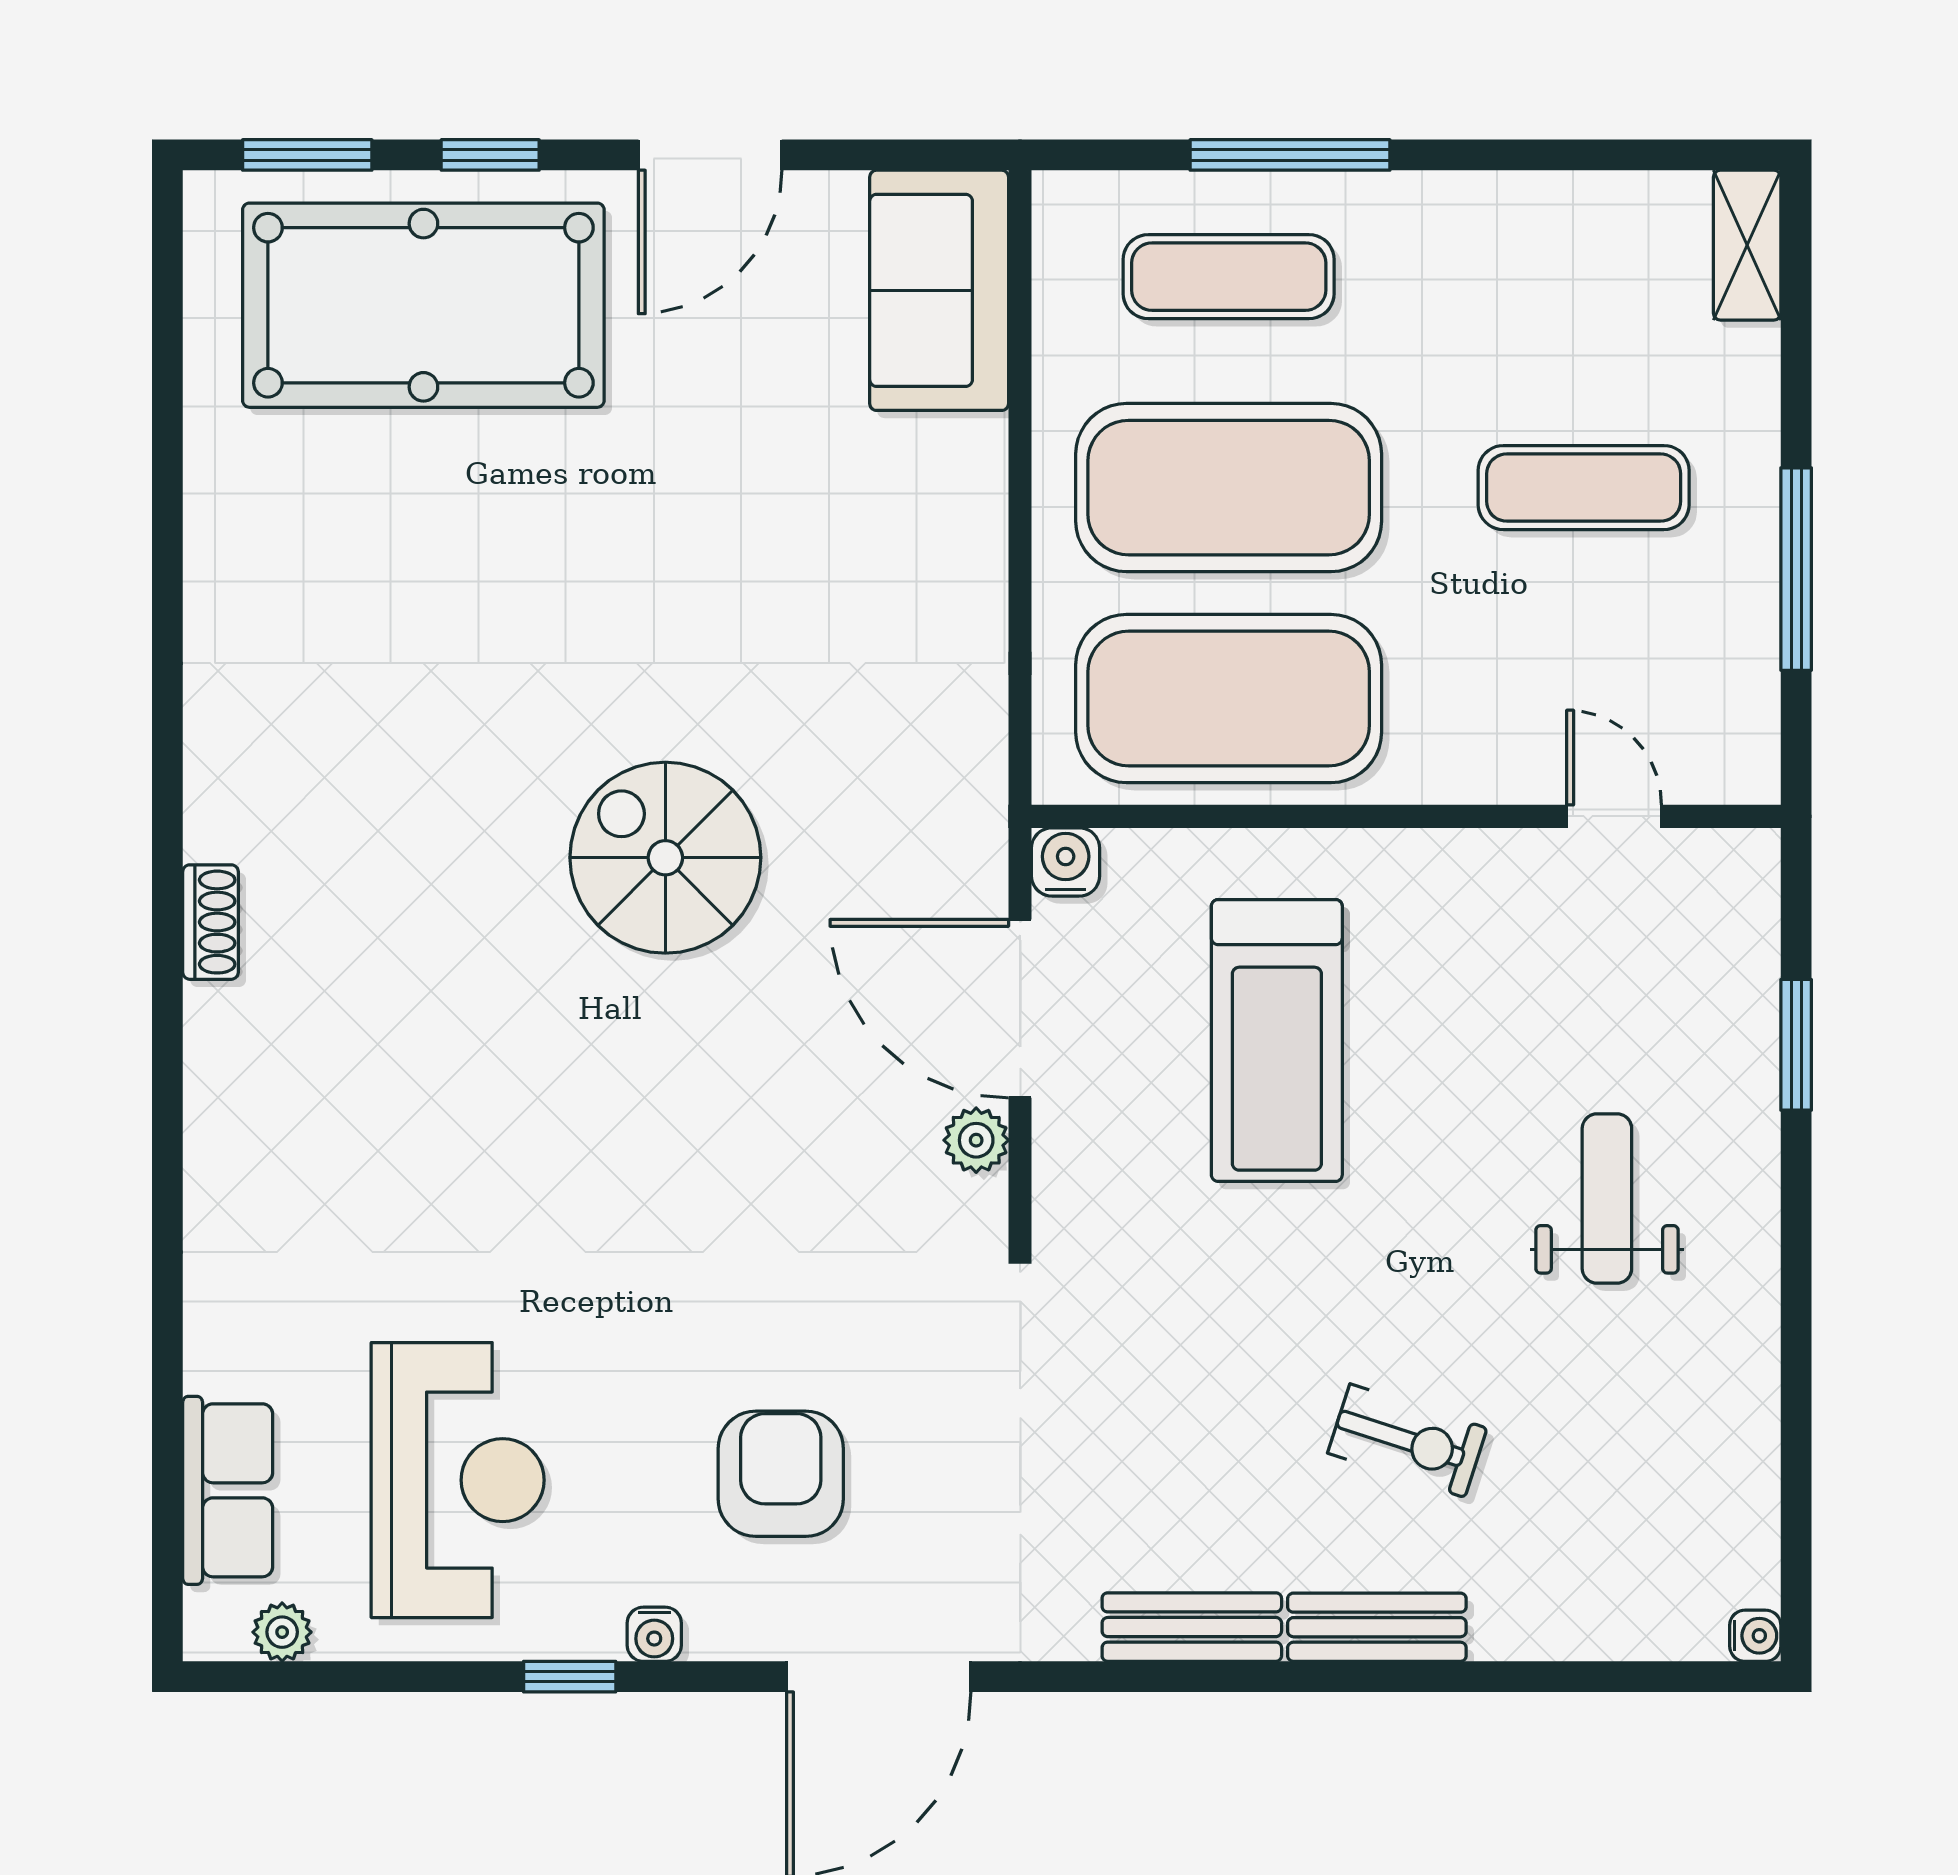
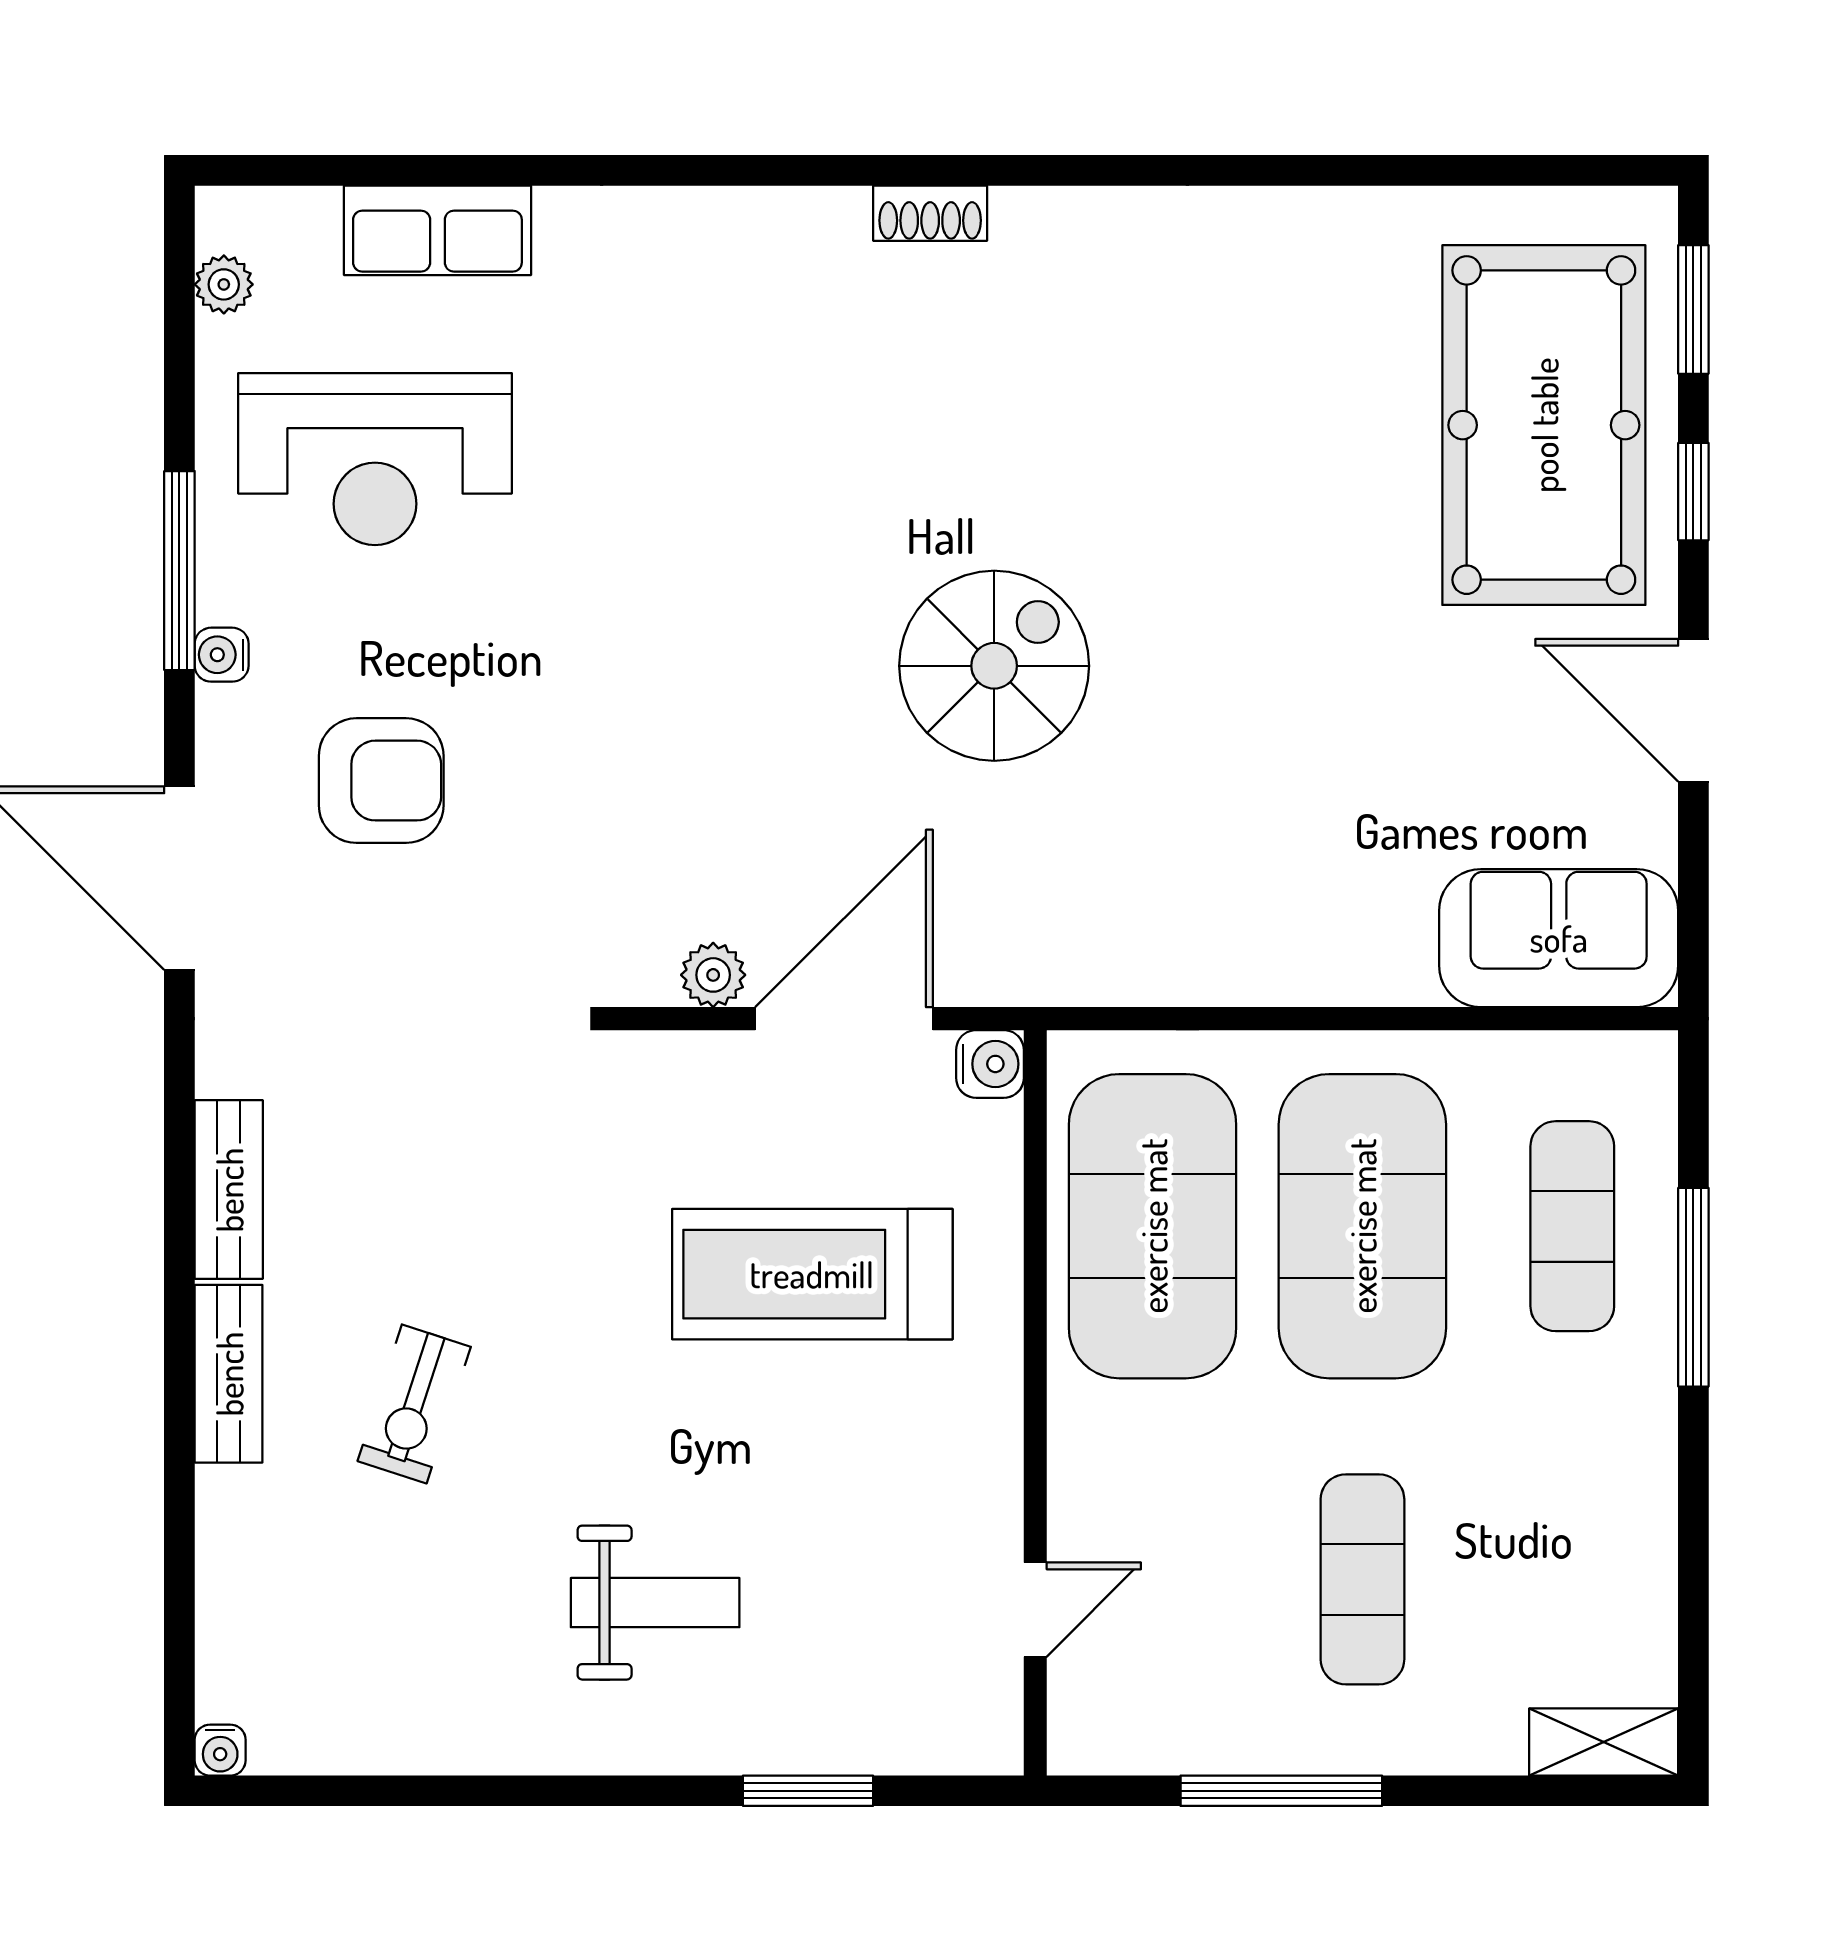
row of seats: (228, 1490) -> (437, 230), moved
window: (570, 1677) -> (179, 571), width x2.17

